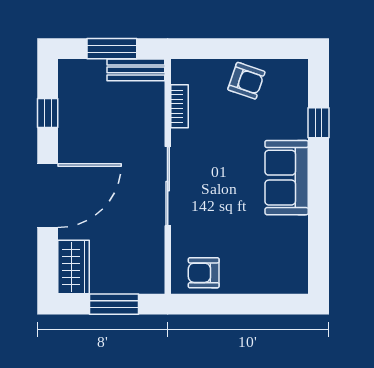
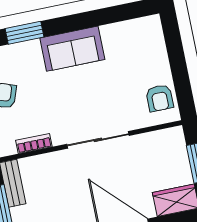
window: (318, 123) -> (25, 33), width x1.50

